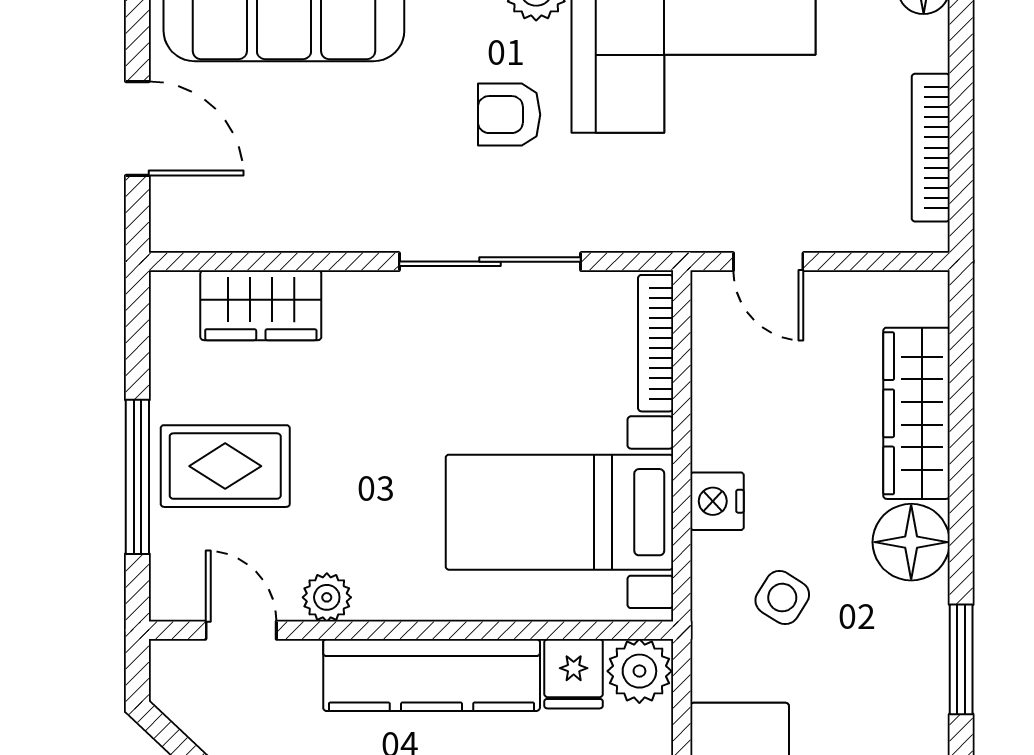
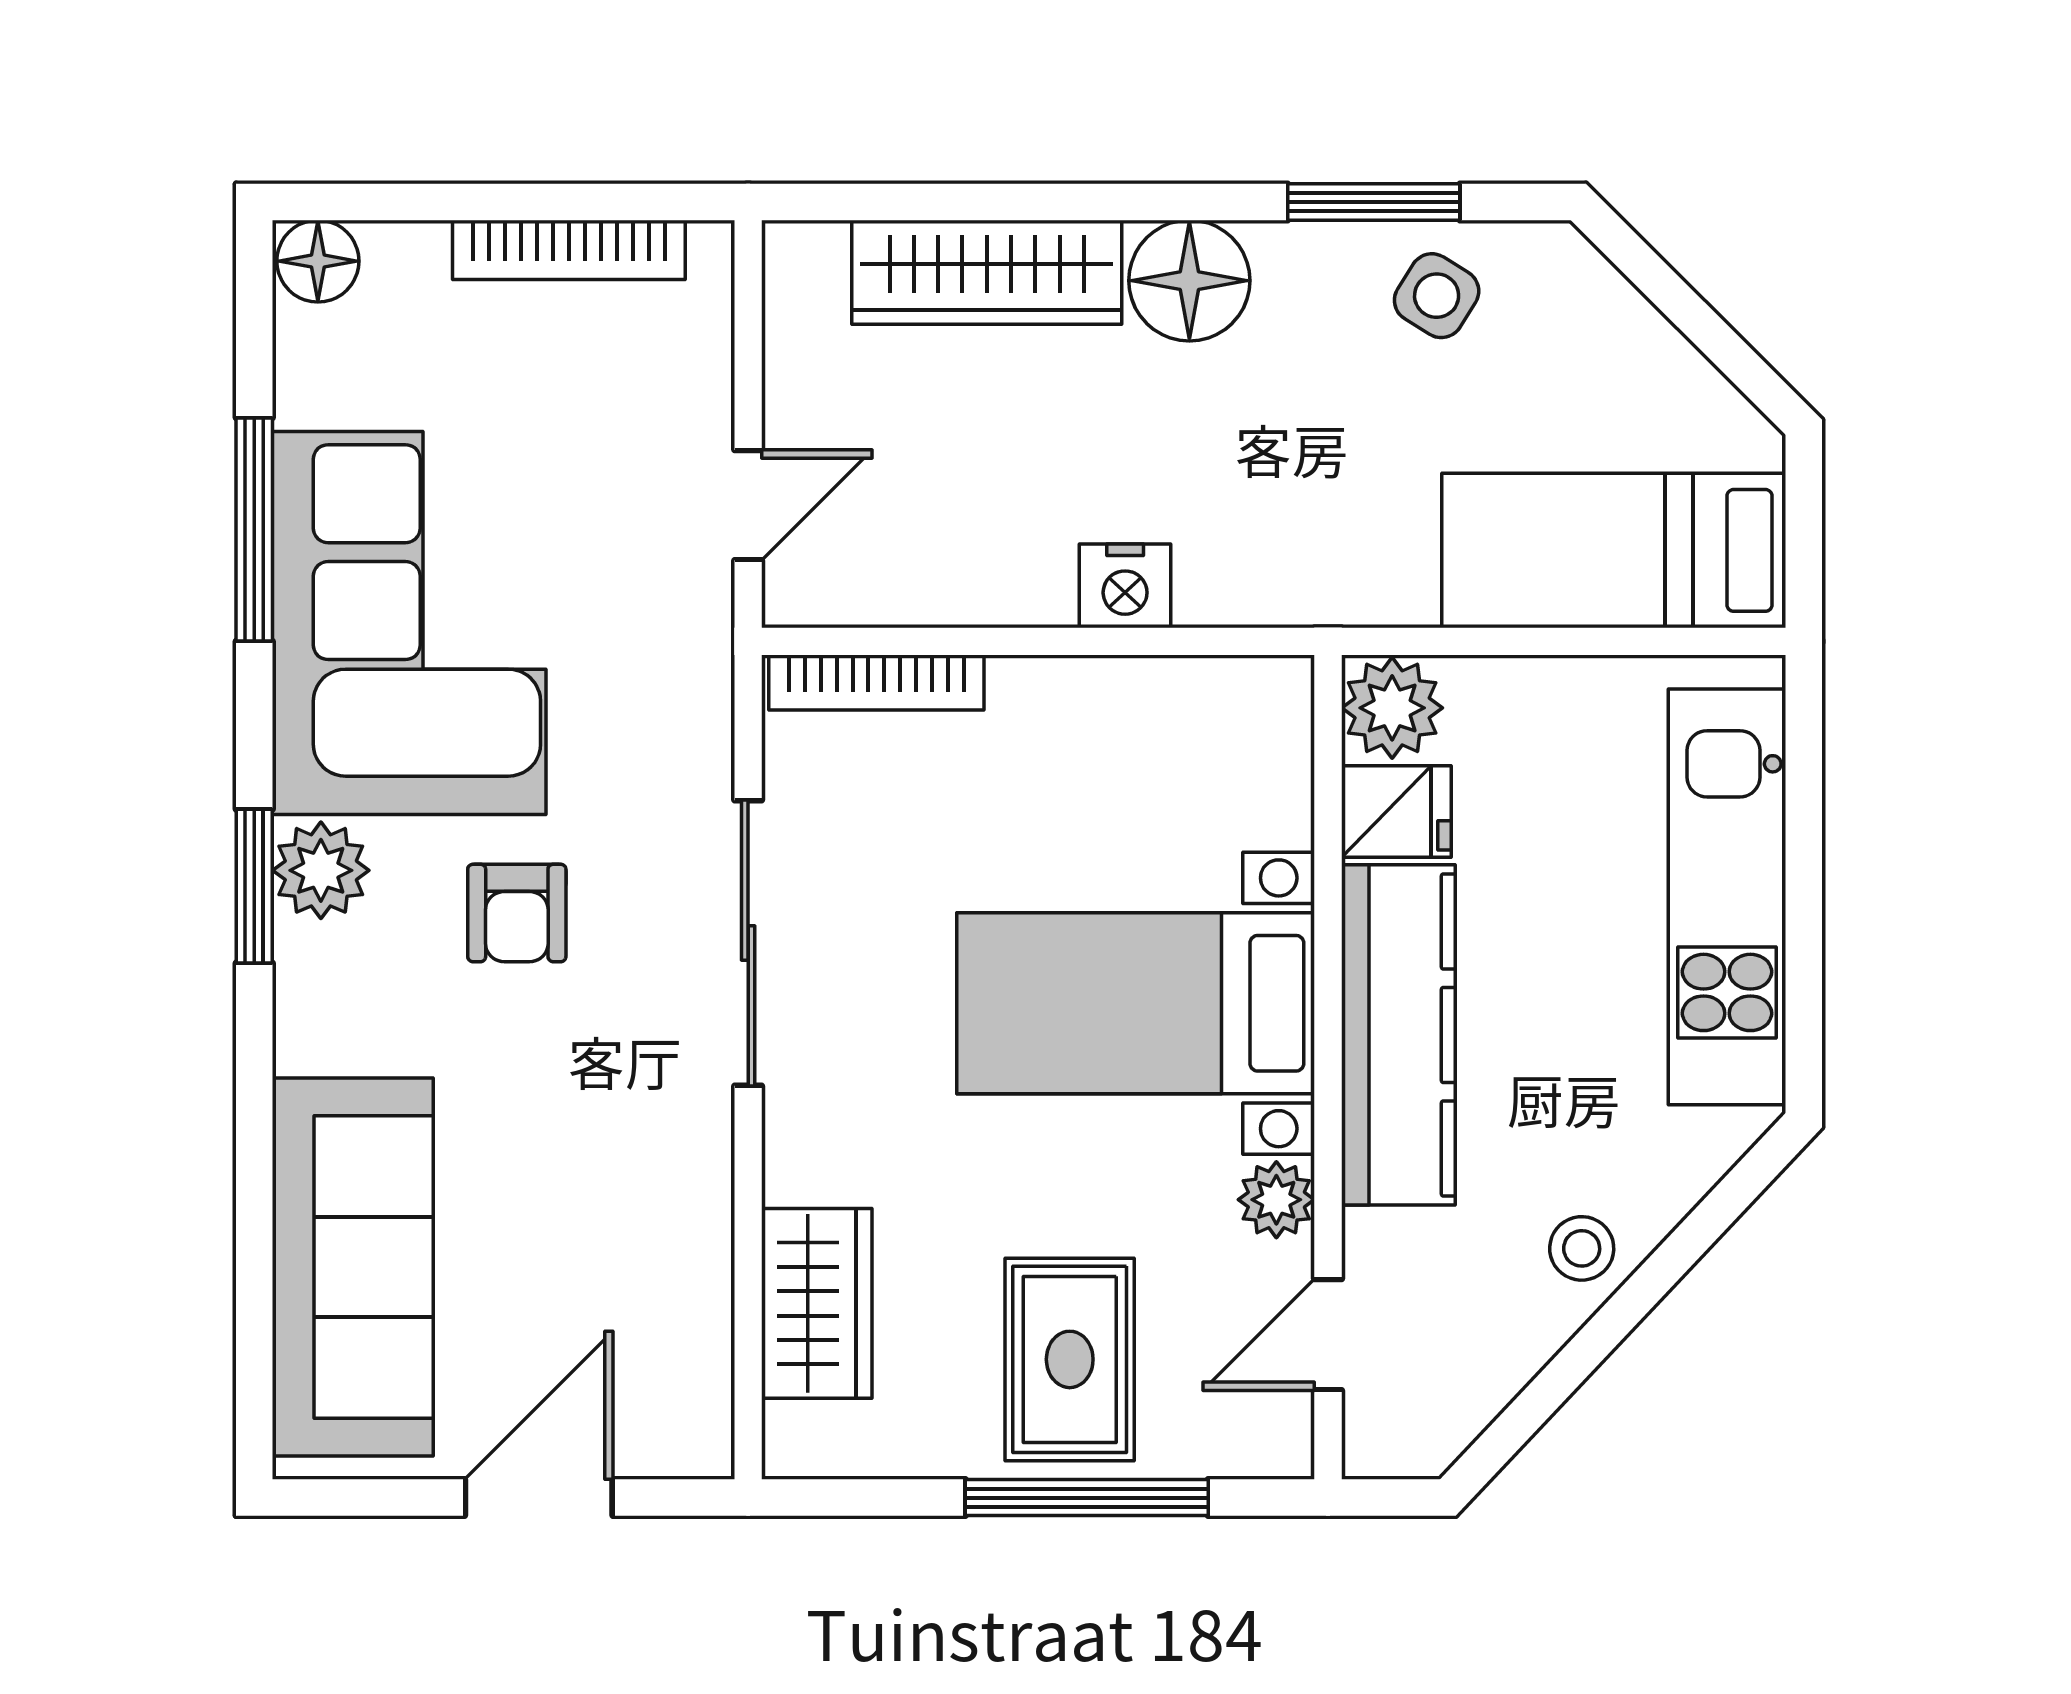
bed with nightstands: (559, 512) -> (1136, 1003), moved, turned 90
side table: (782, 598) -> (1437, 296), moved

